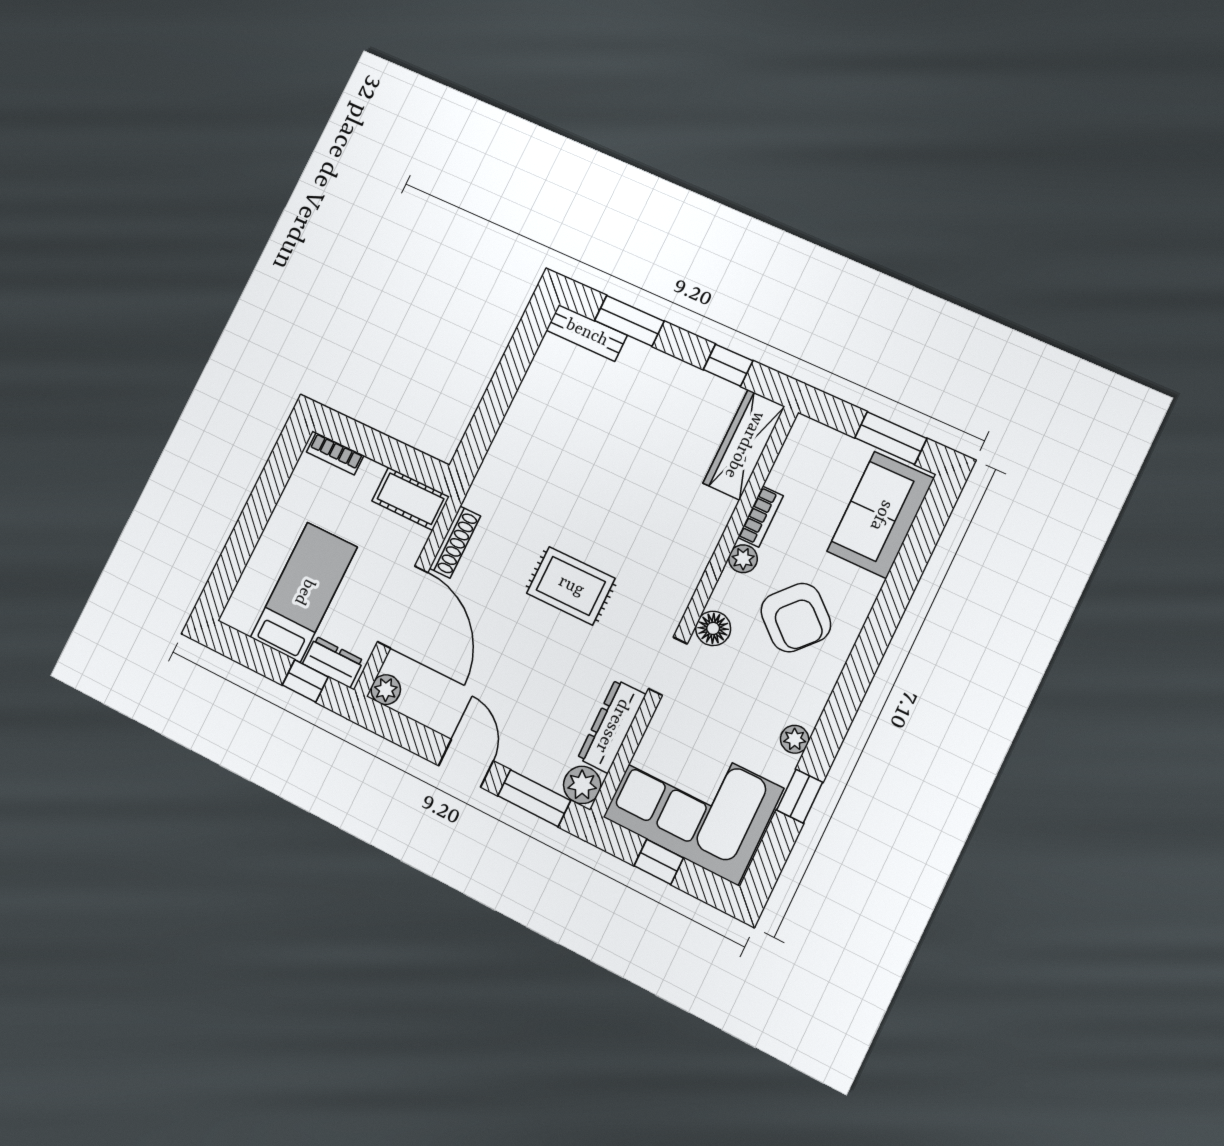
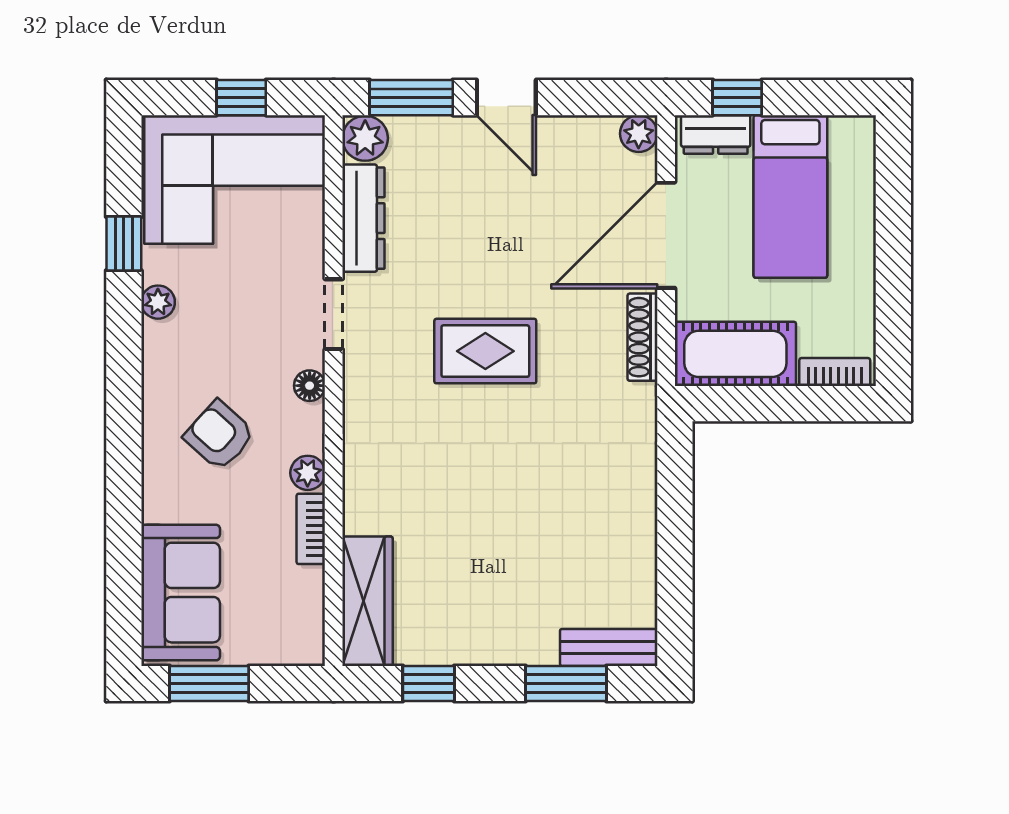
cot: (411, 499) -> (735, 354), width x1.37, depth x1.34
door: (403, 607) -> (666, 235), hinge flipped
armchair: (796, 618) -> (219, 435), width x0.72, depth x0.72
floor lamp: (713, 628) -> (310, 386), width x0.73, depth x0.73

